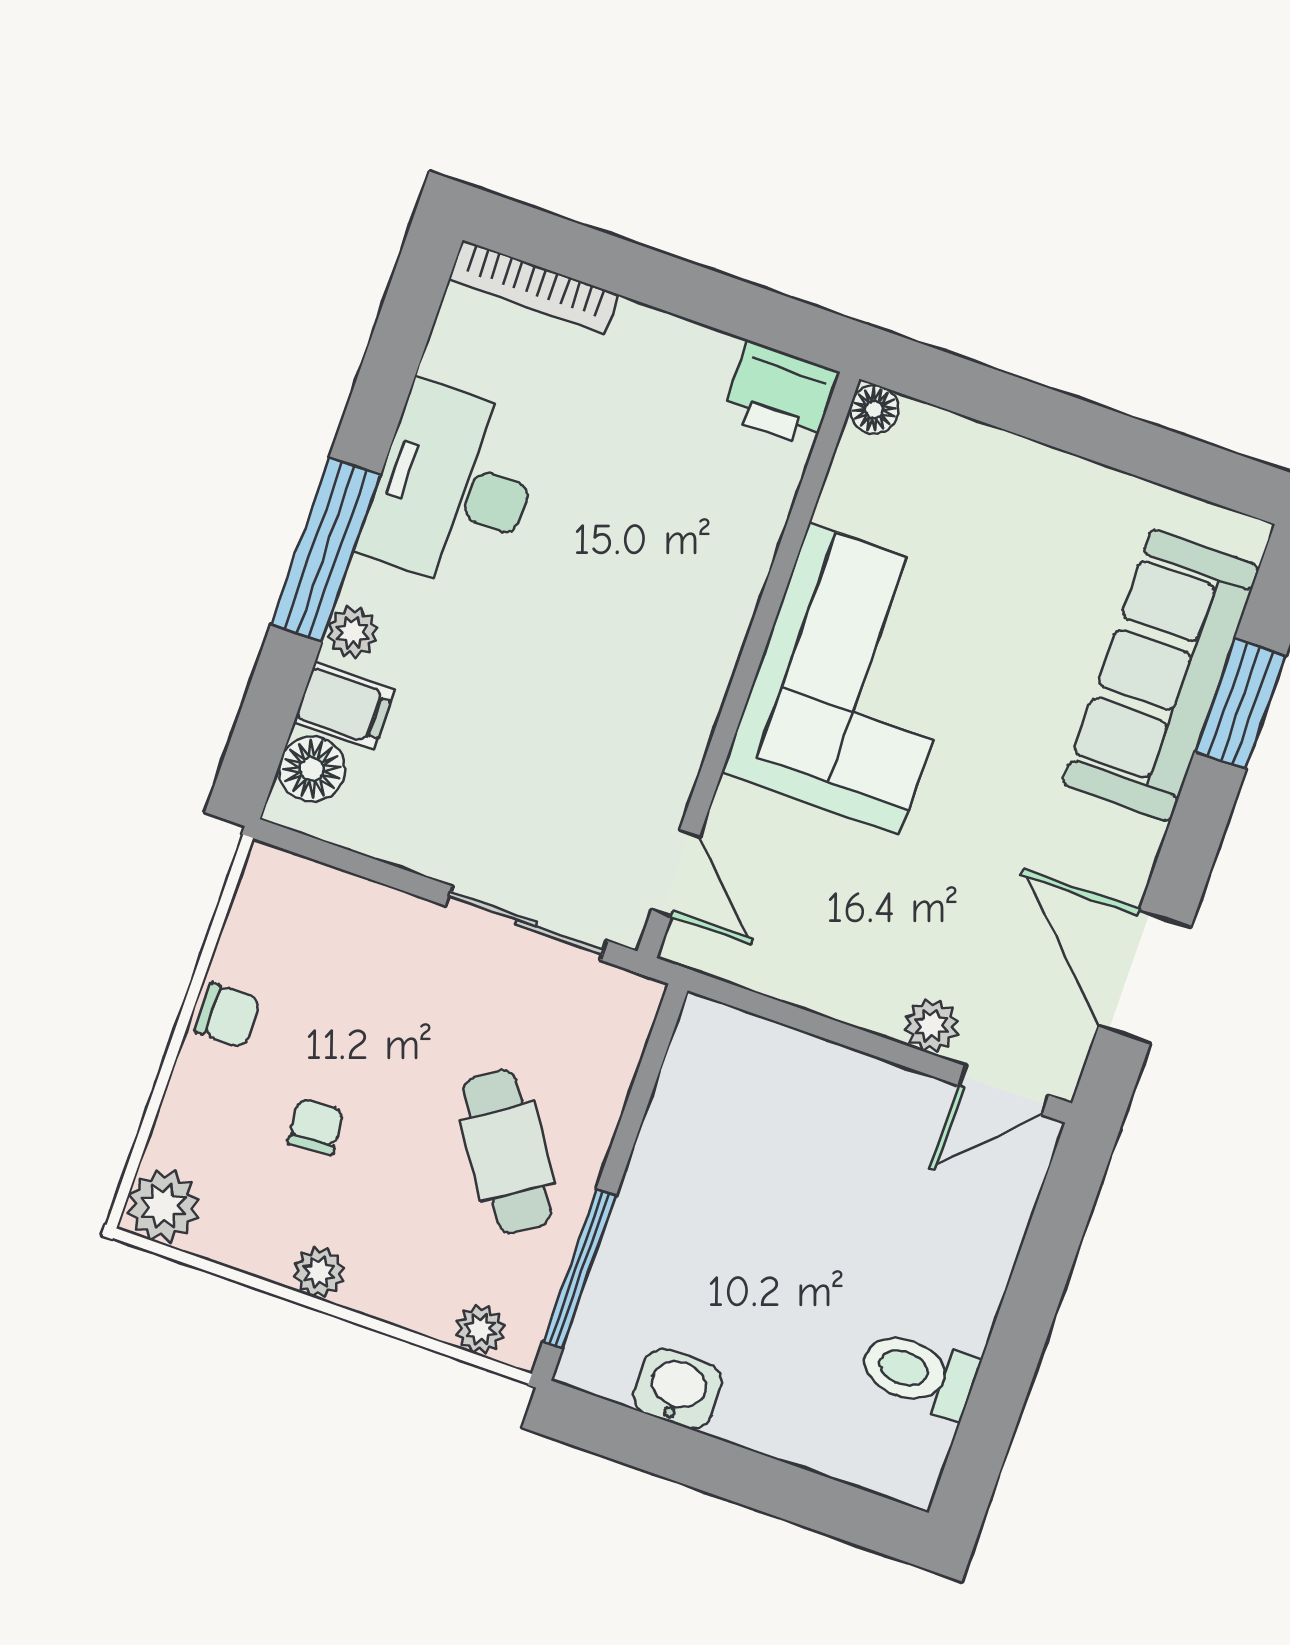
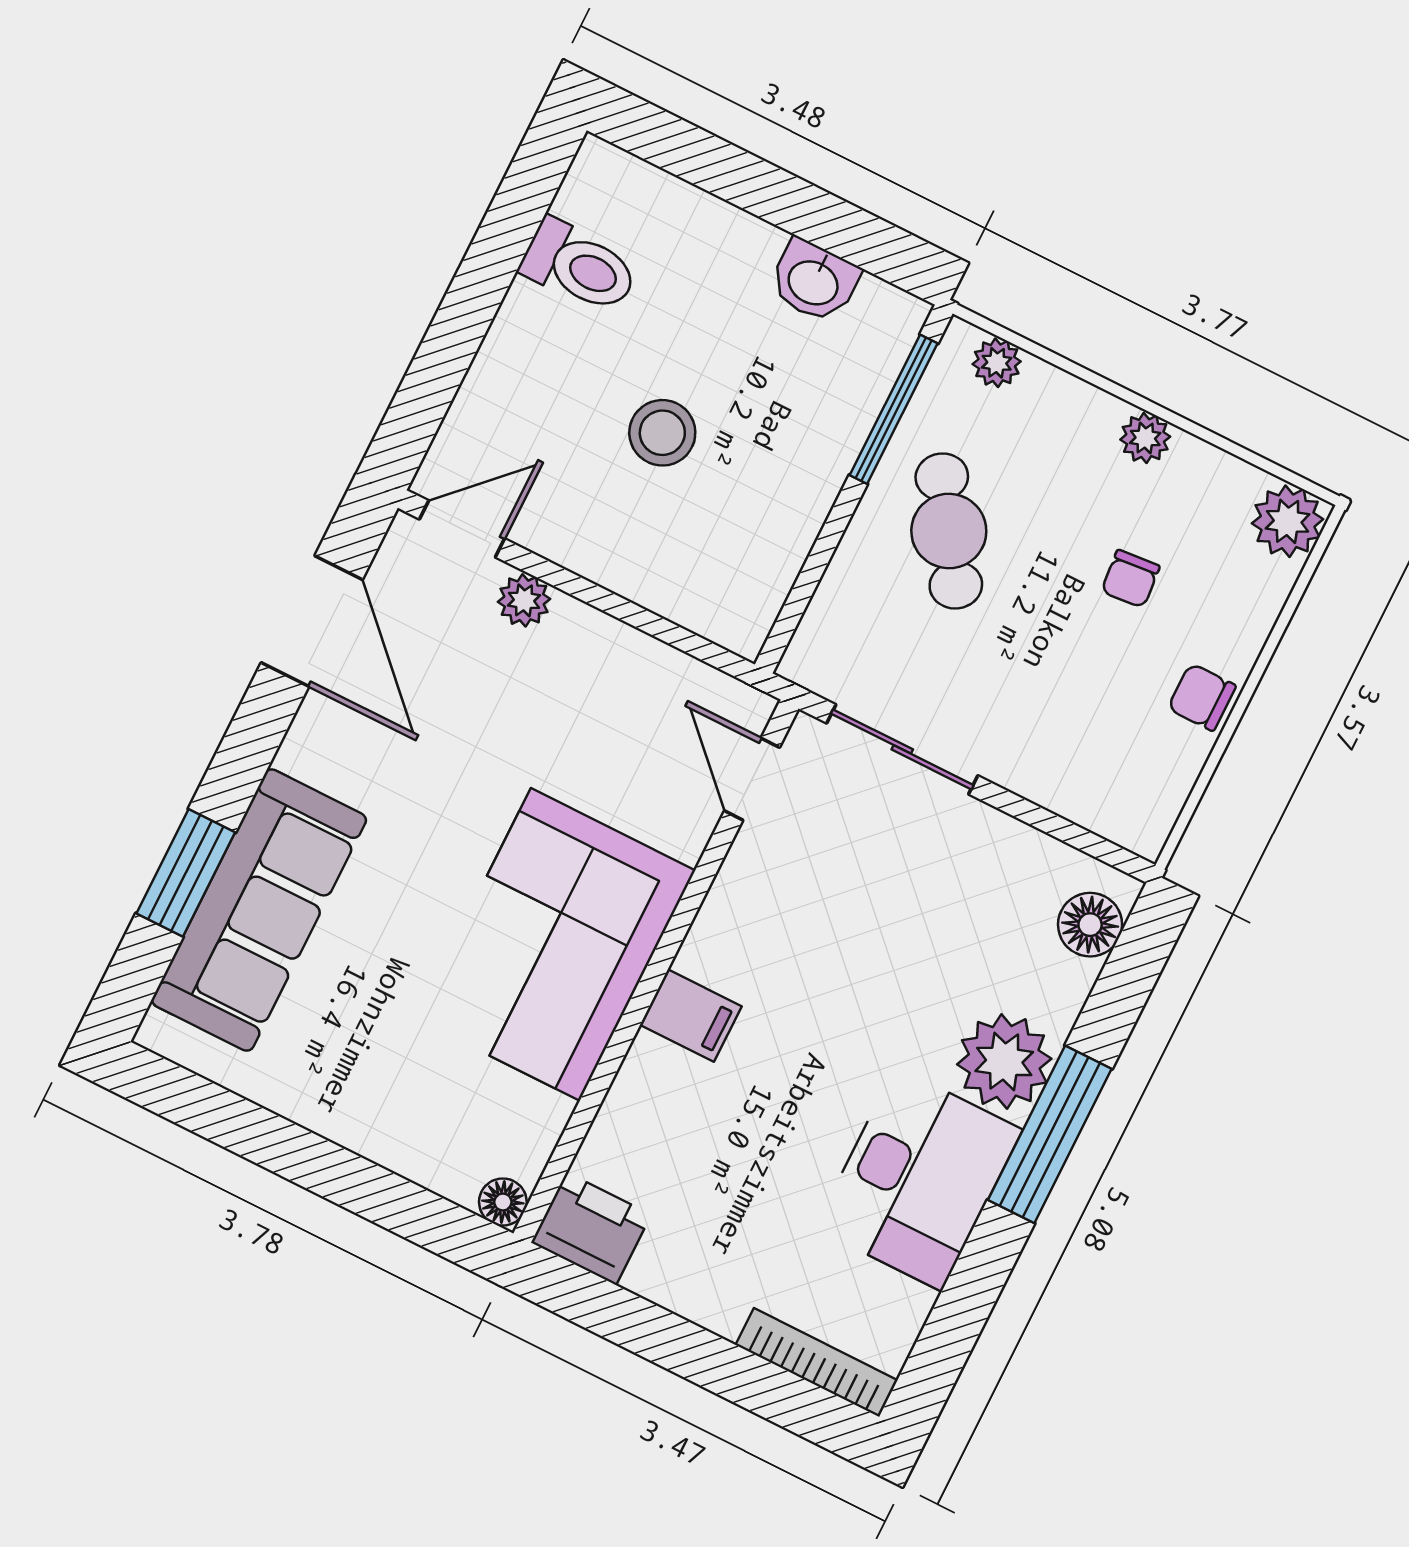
plant: (353, 632) -> (1004, 1061), width x1.88, depth x1.88
filing cabinet: (344, 706) -> (691, 1016), moved, turned 180
stool: (812, 1214) -> (662, 433), added

